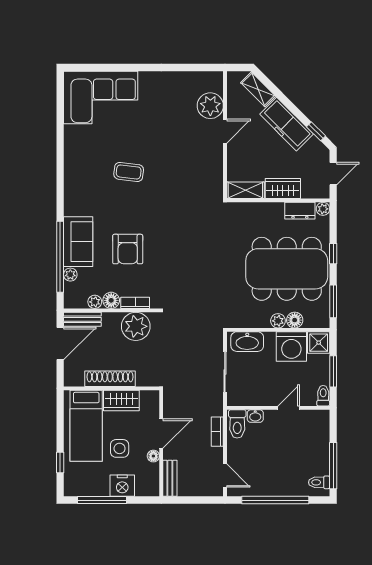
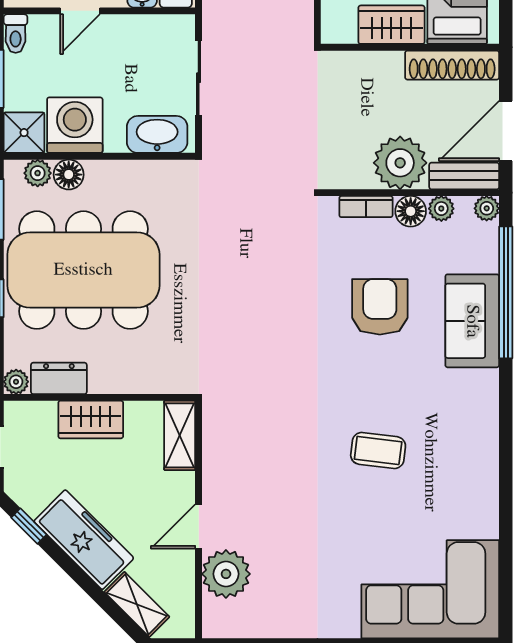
shelving: (245, 190) -> (180, 435), moved, turned 90
plant: (70, 275) -> (487, 208), moved
plant: (278, 321) -> (38, 173), moved
plant: (136, 326) -> (400, 163), moved
shoe rack: (110, 379) -> (452, 65), moved

